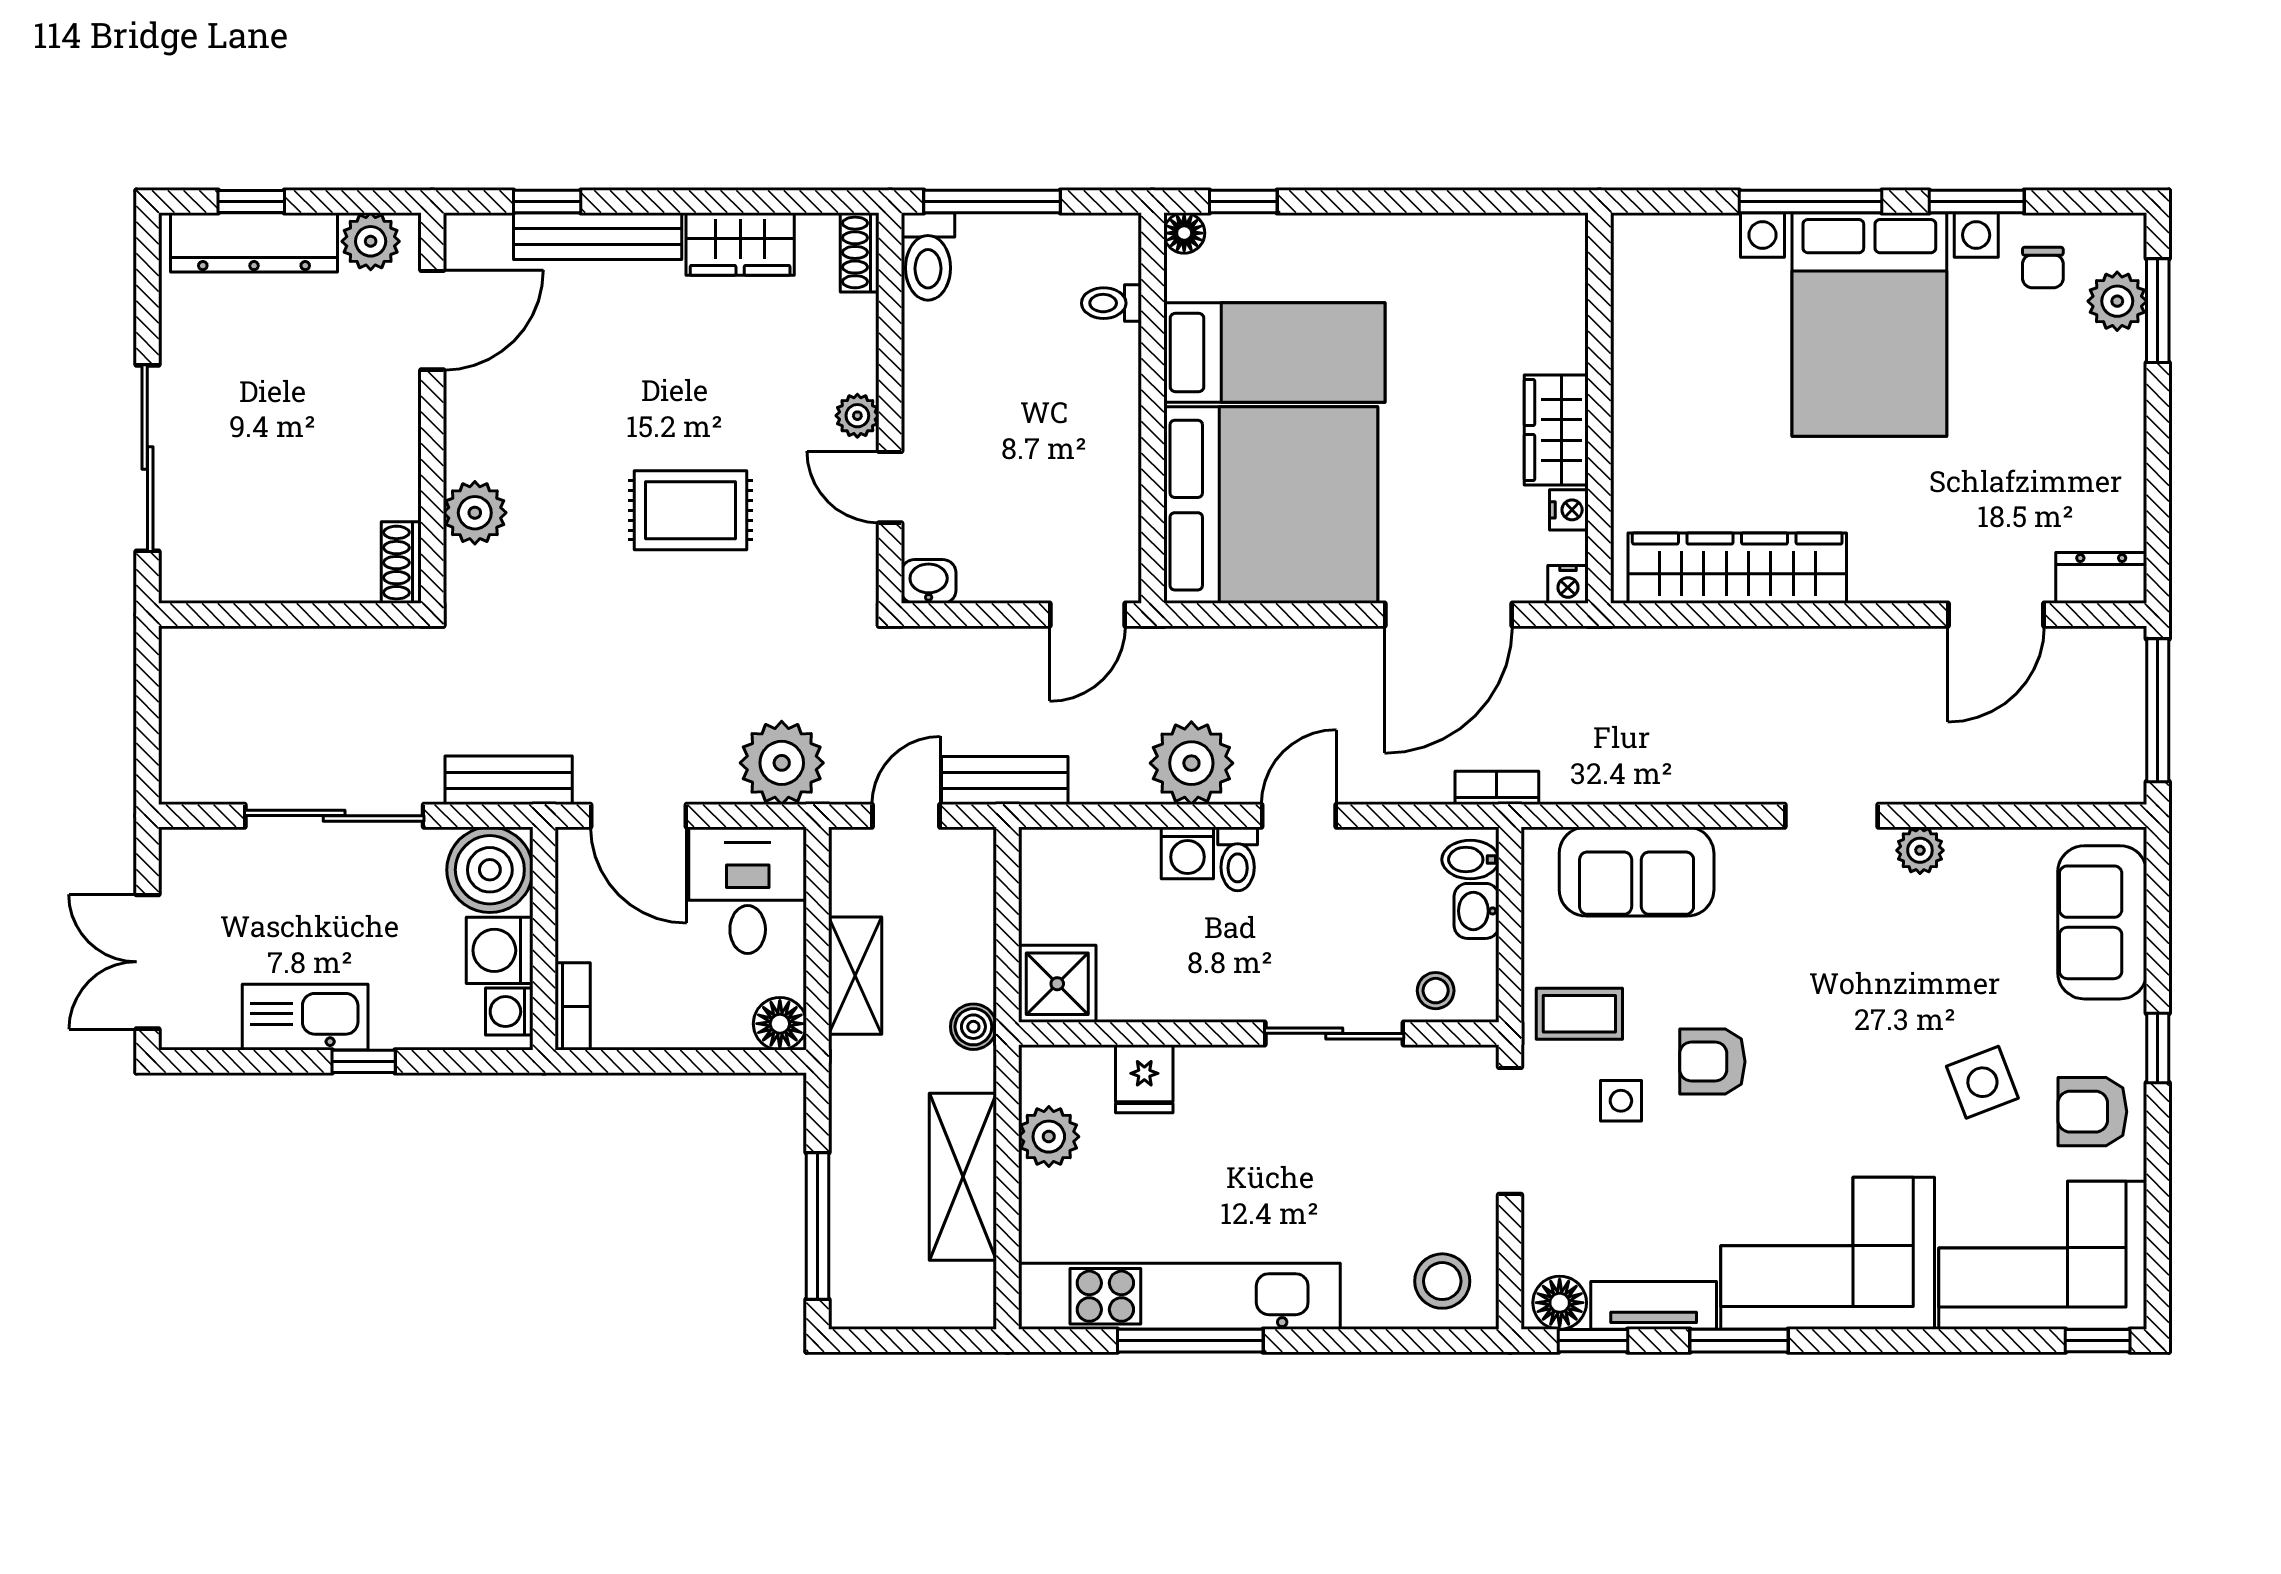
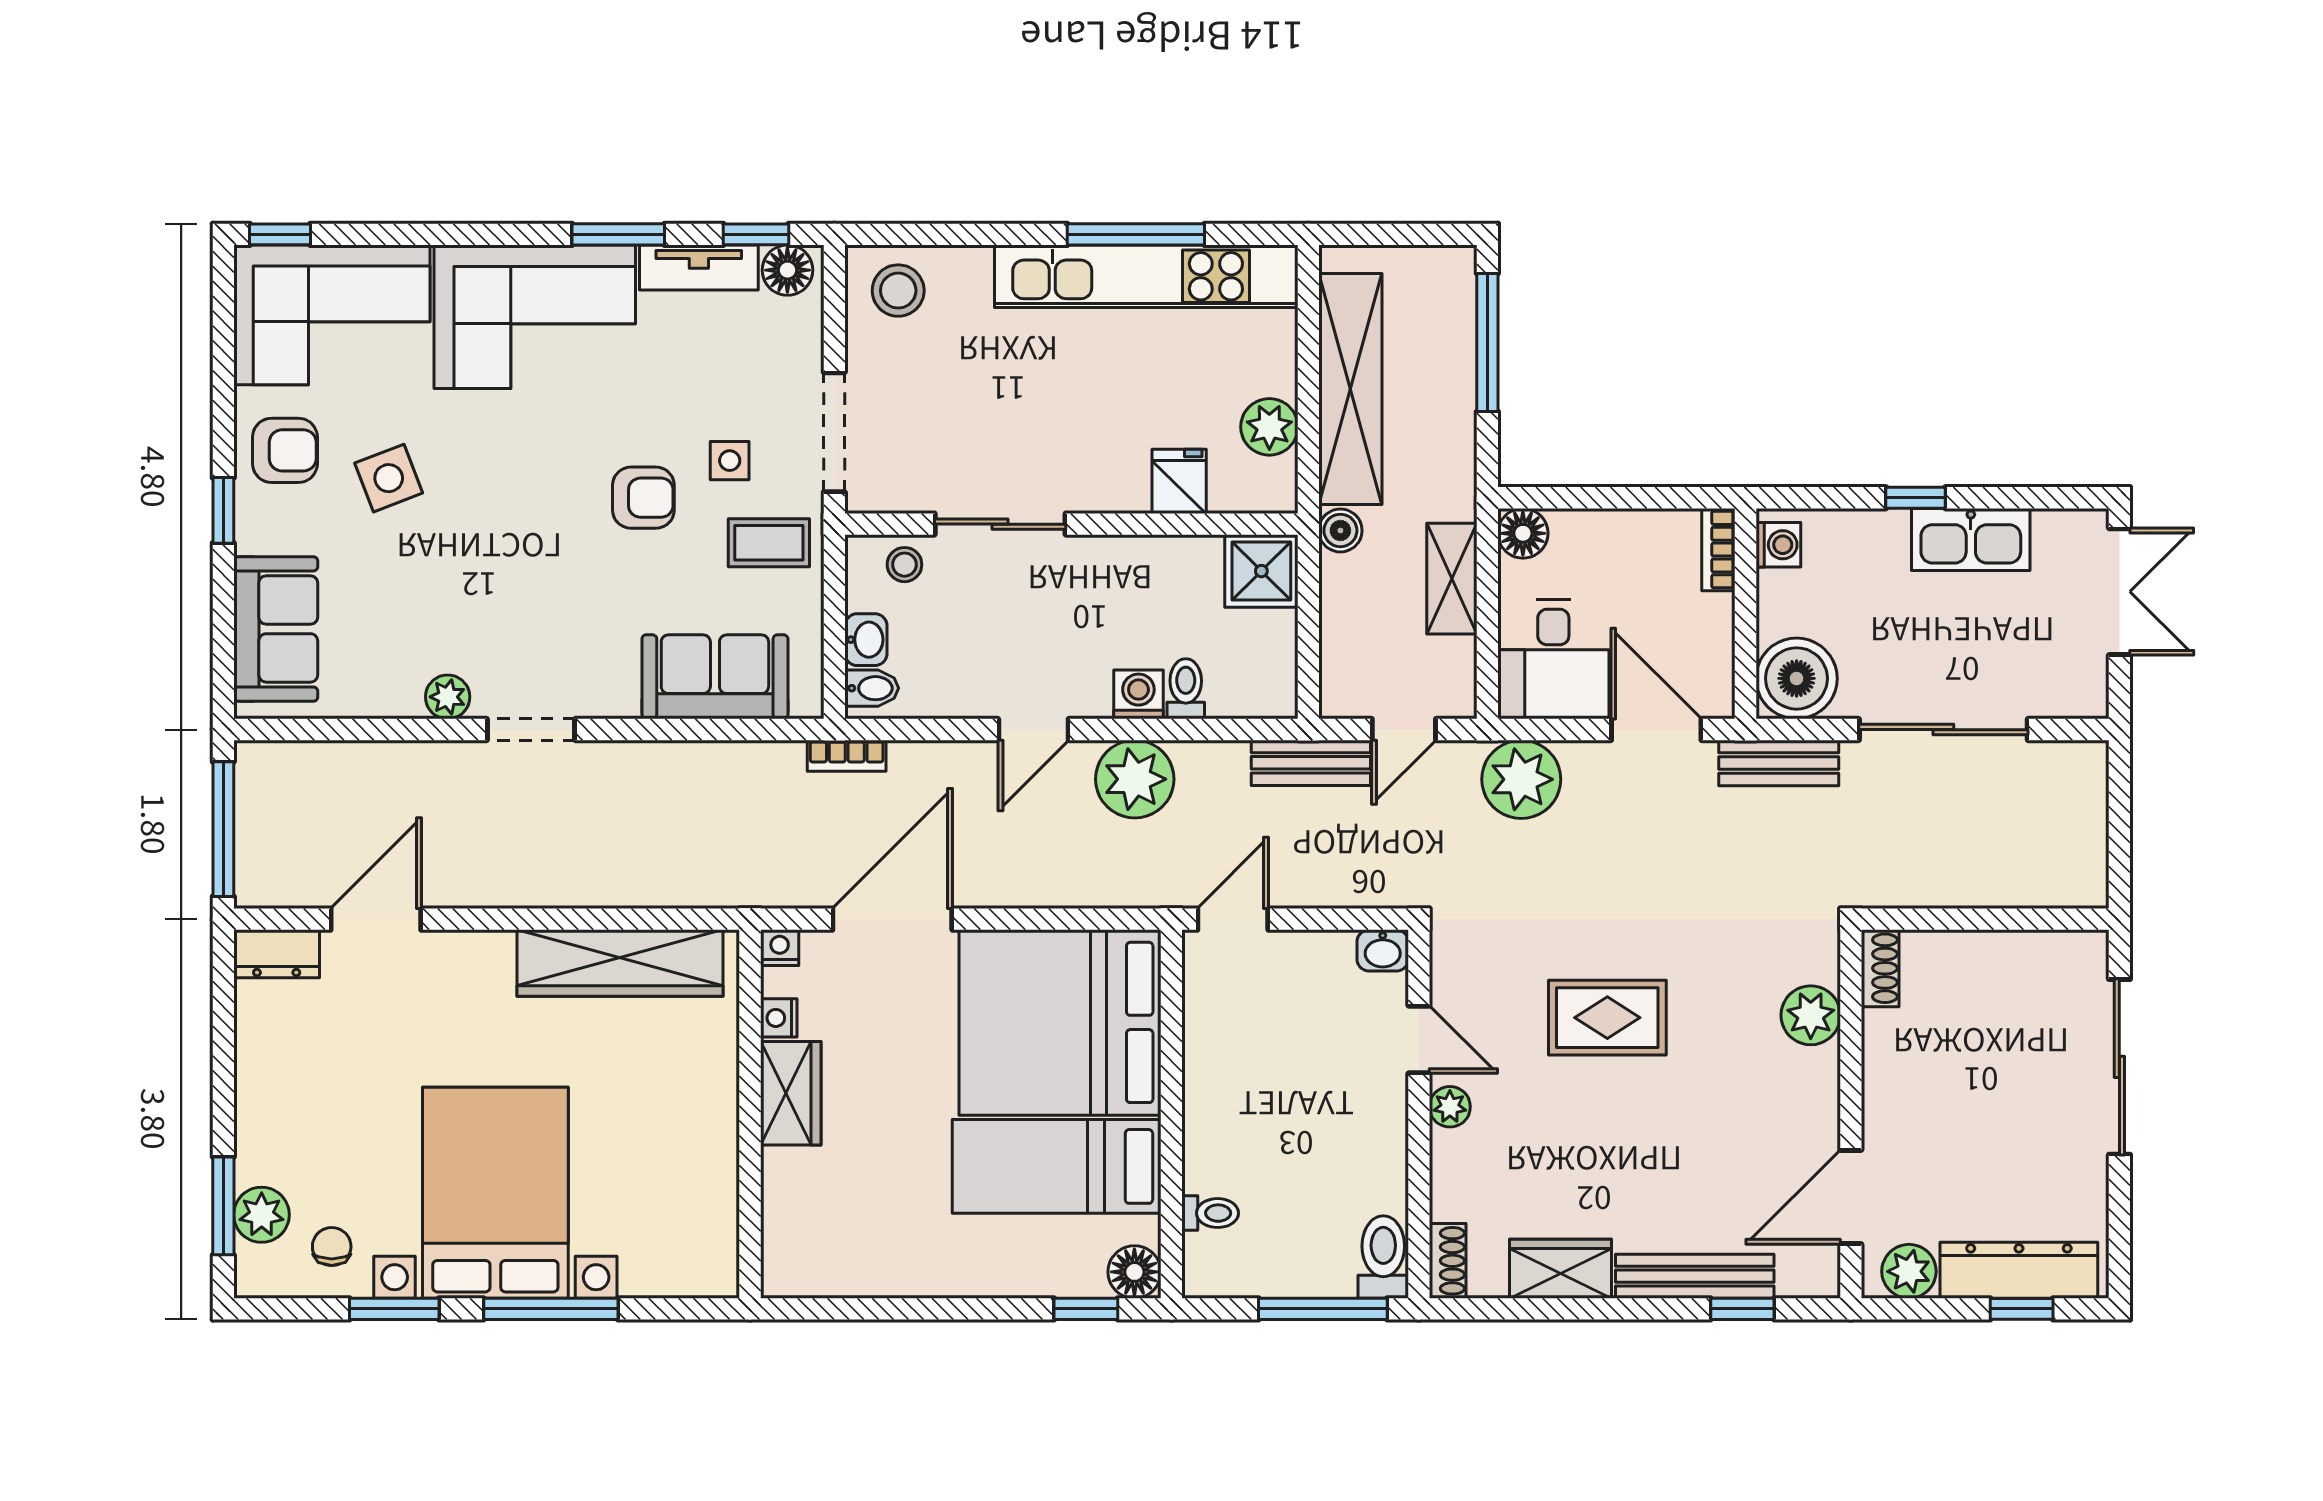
floor lamp: (1184, 233) -> (1134, 1272), width x1.37, depth x1.37
toilet: (1238, 859) -> (1186, 689), moved
washing machine: (500, 950) -> (1787, 602), removed
shelving: (963, 1177) -> (1350, 389), width x1.47

